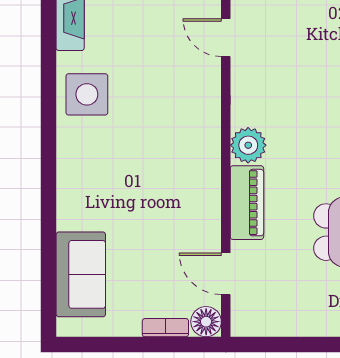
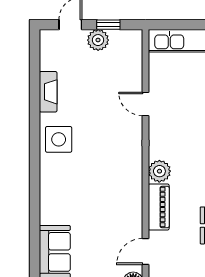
door: (226, 274) -> (145, 252), hinge flipped

